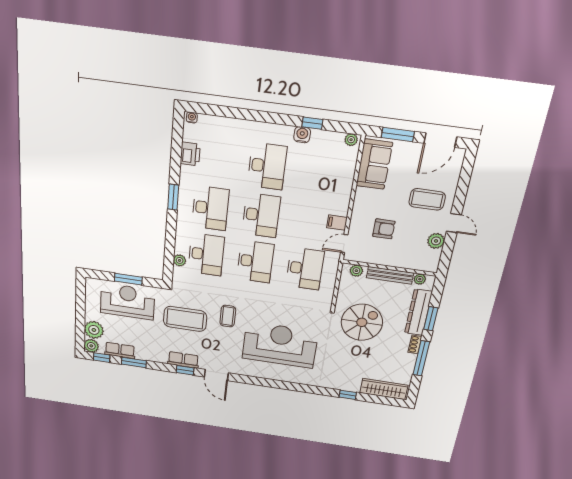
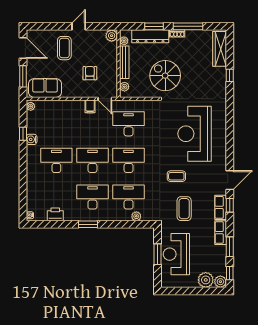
plant: (436, 241) -> (112, 36), moved
coffee table: (185, 319) -> (184, 209), width x0.73, depth x0.76
row of seats: (120, 350) -> (221, 233), moved

